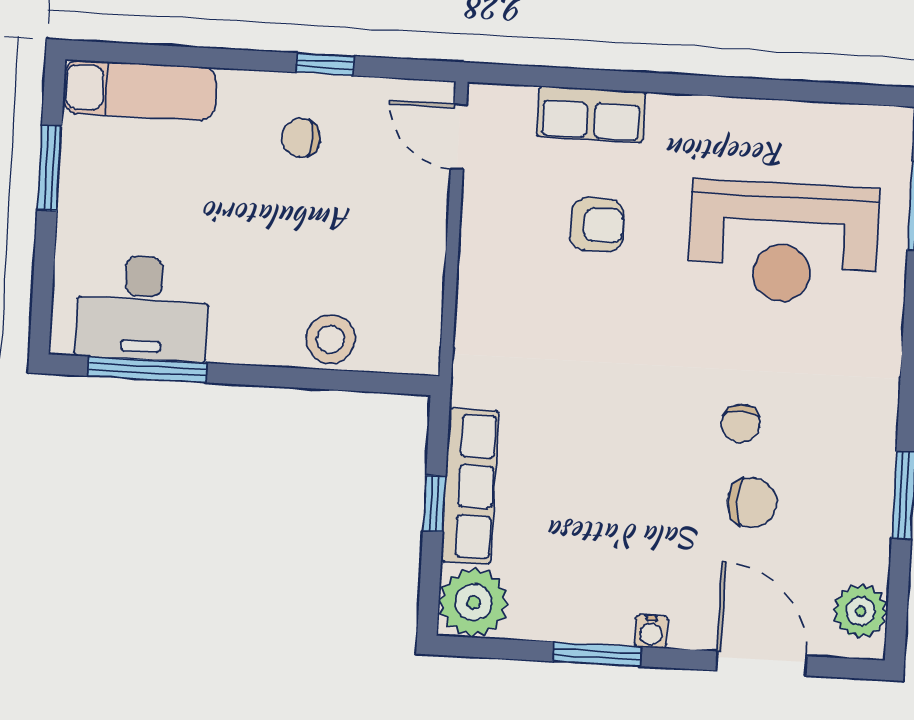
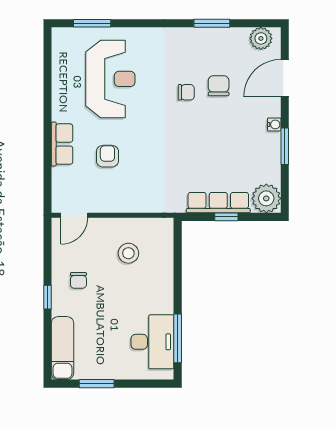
window: (325, 64) -> (47, 297), moved
row of seats: (591, 114) -> (62, 144), moved
stool: (331, 339) -> (128, 253), moved

